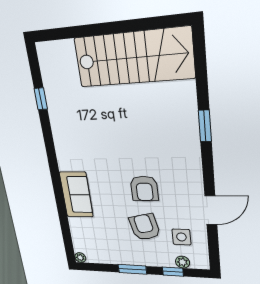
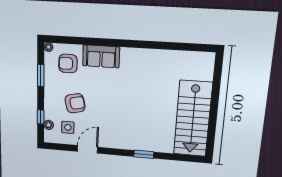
window: (41, 99) -> (176, 46), removed
armchair: (144, 189) -> (68, 63), moved
door: (211, 210) -> (87, 149), swing flipped
window: (132, 269) -> (41, 75), moved

